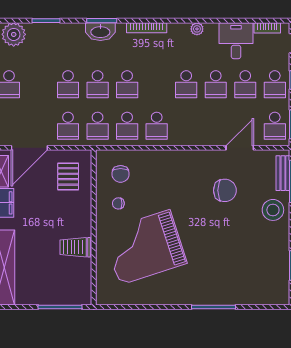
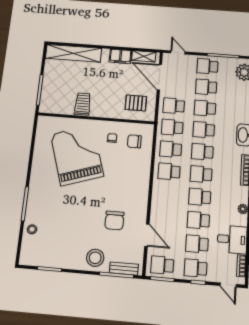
school desk: (38, 84) -> (206, 87), added
school desk: (157, 84) -> (201, 174), added
stool: (245, 294) -> (32, 229), added

